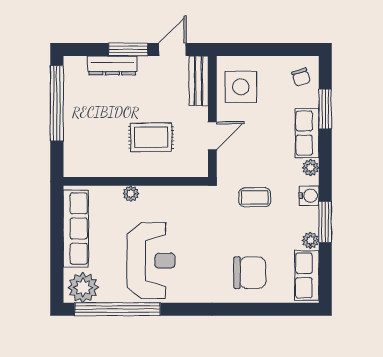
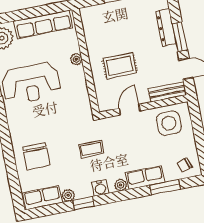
door: (212, 136) -> (130, 110), swing flipped
rug: (151, 137) -> (120, 66), turned 90
coffee table: (255, 197) -> (91, 149), turned 90
window: (325, 222) -> (84, 203), width x0.67

